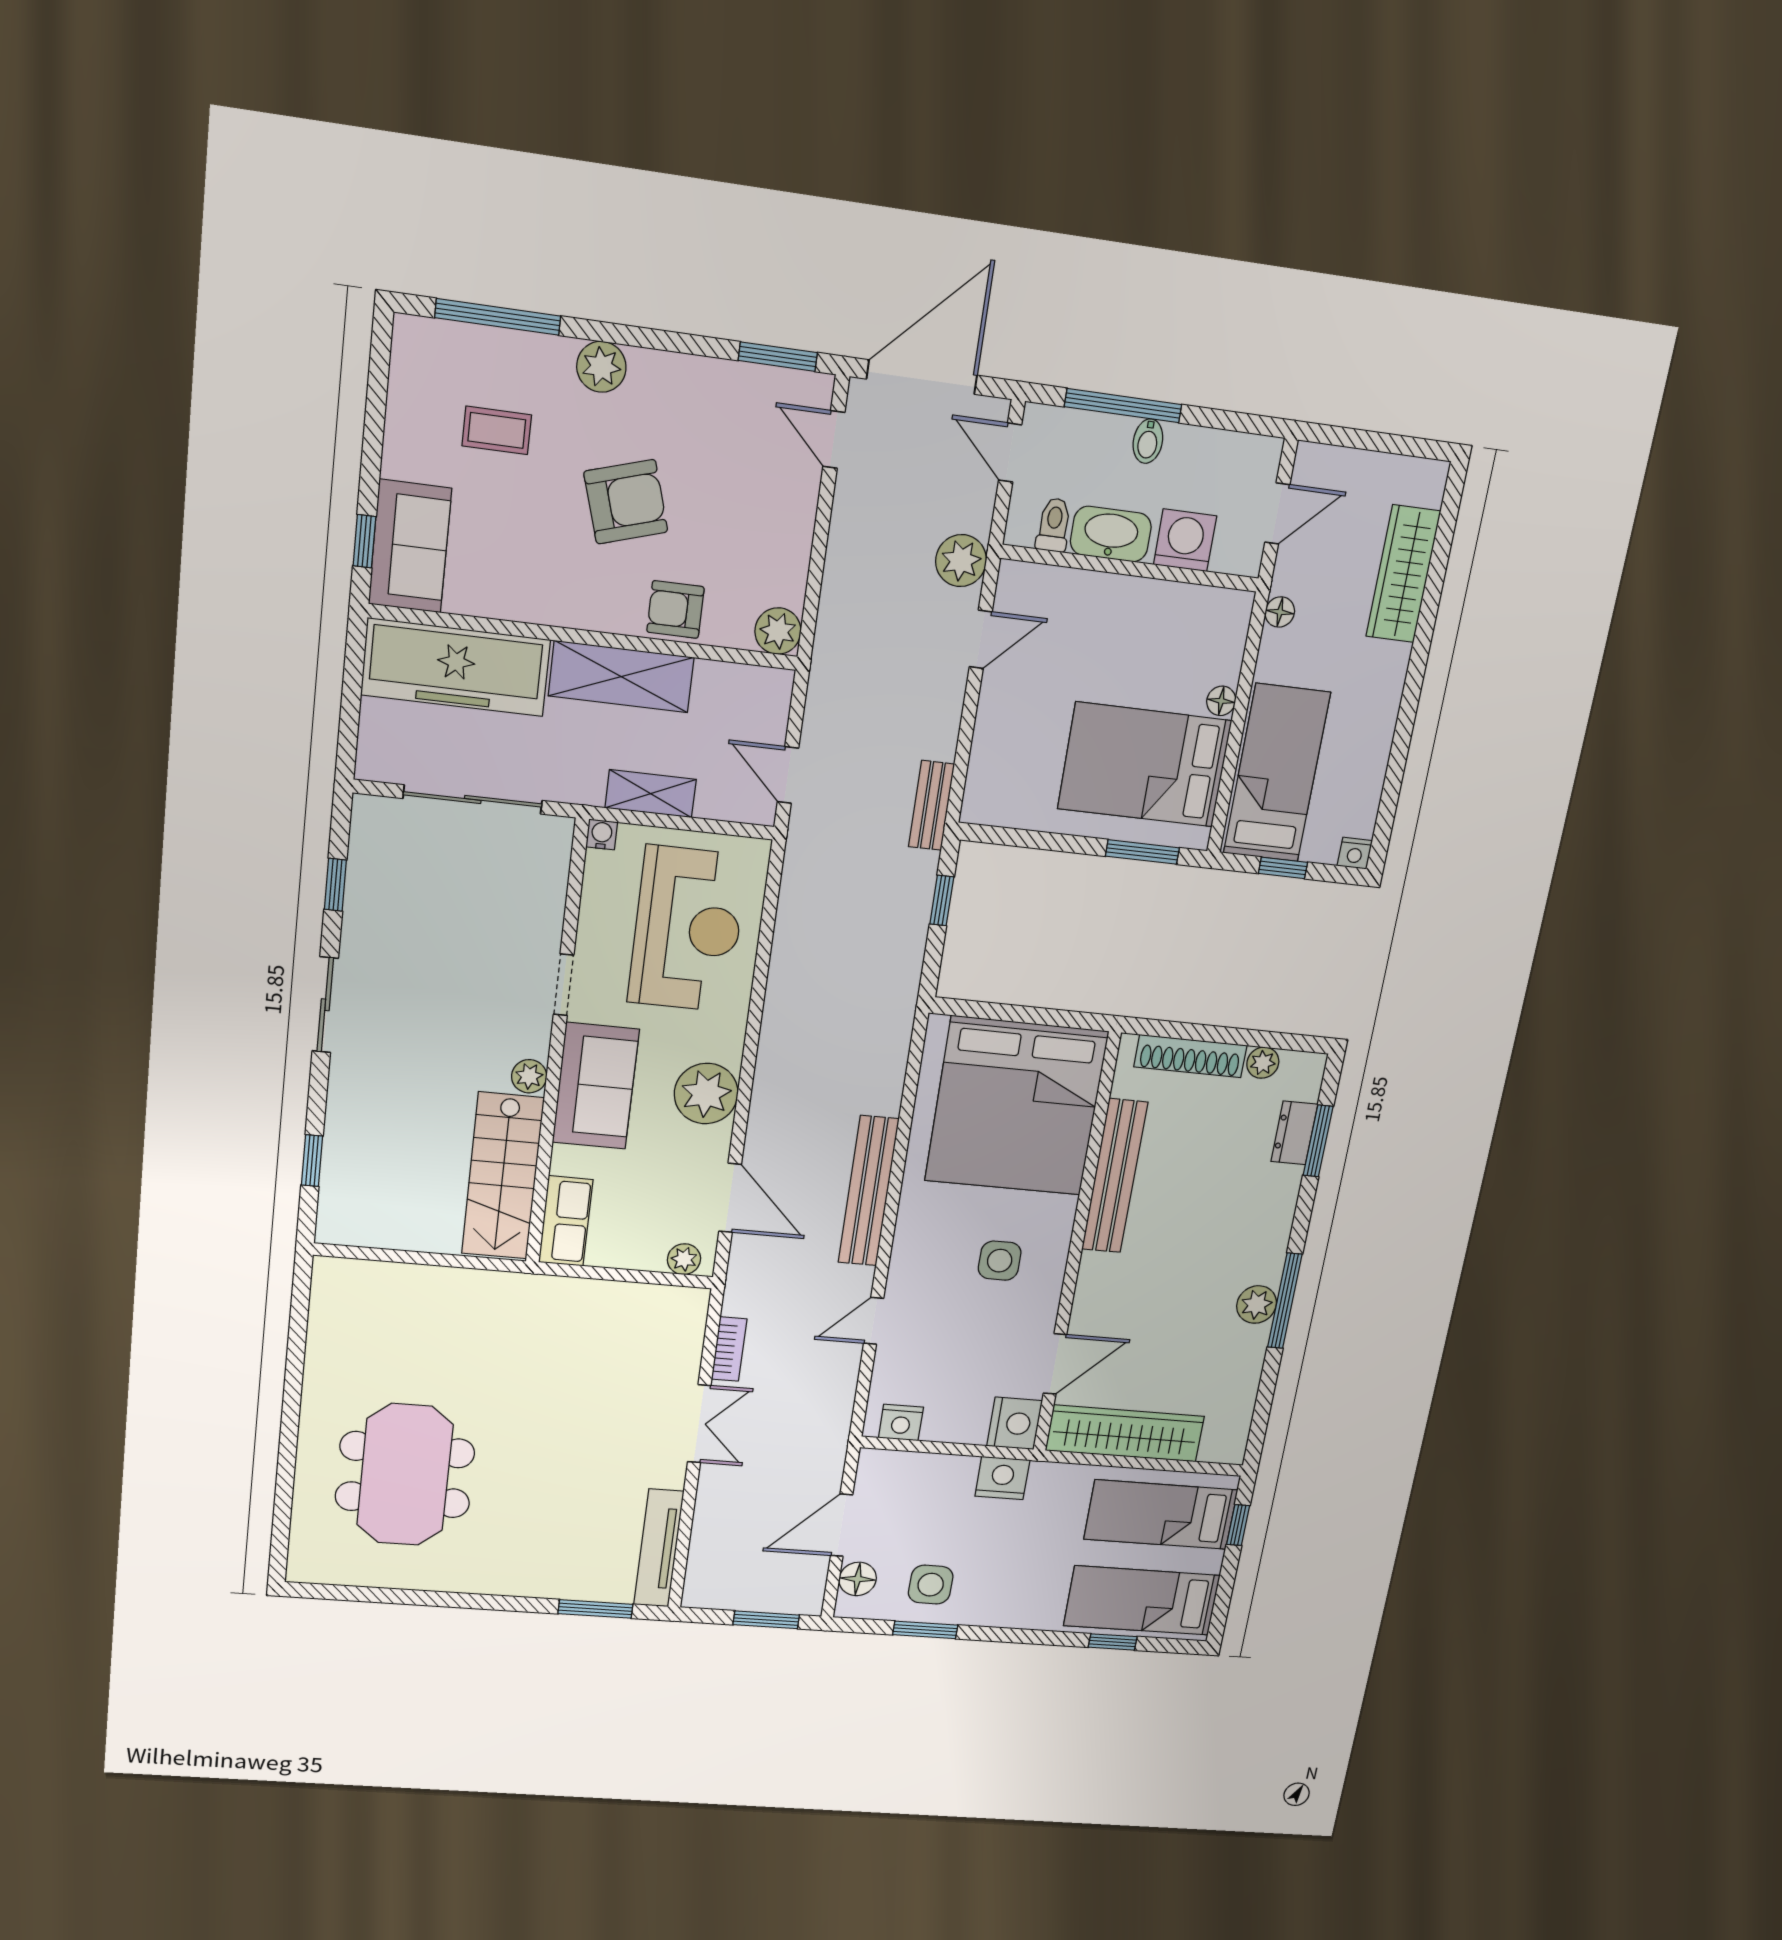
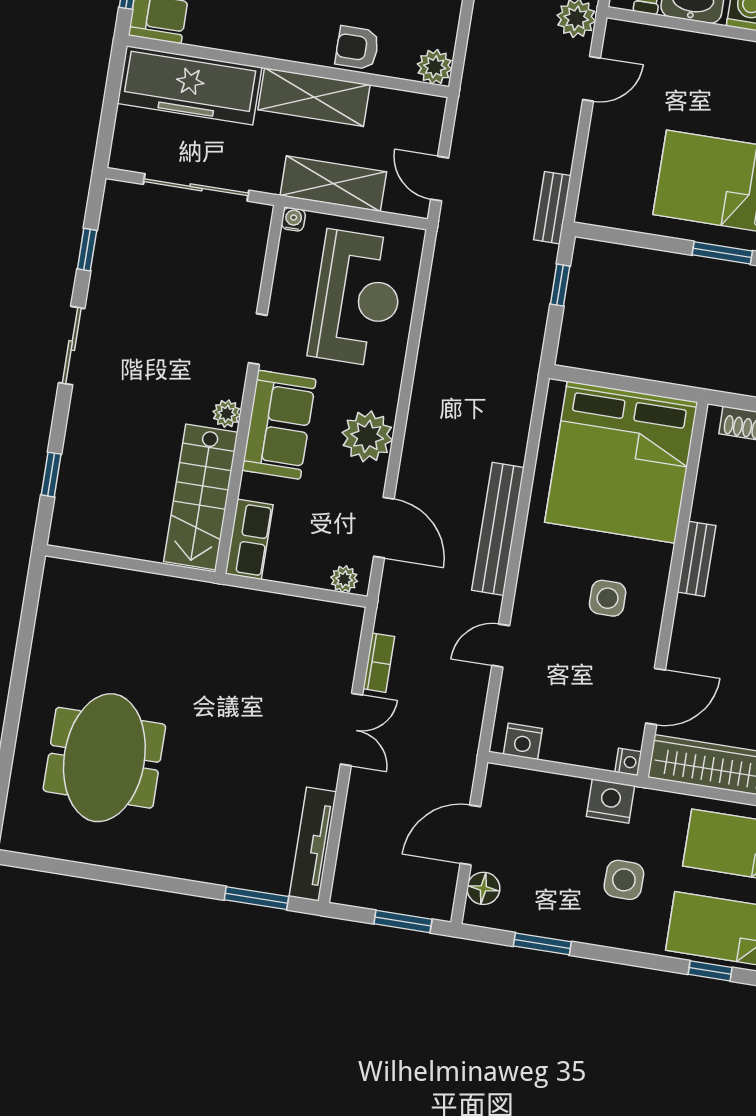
shelving: (651, 794) -> (333, 184), width x1.50, depth x1.33
bench: (1115, 1176) -> (697, 559), width x0.54, depth x0.82
nightstand: (1015, 1423) -> (628, 762), width x0.53, depth x0.56
side table: (931, 1585) -> (624, 880), moved

